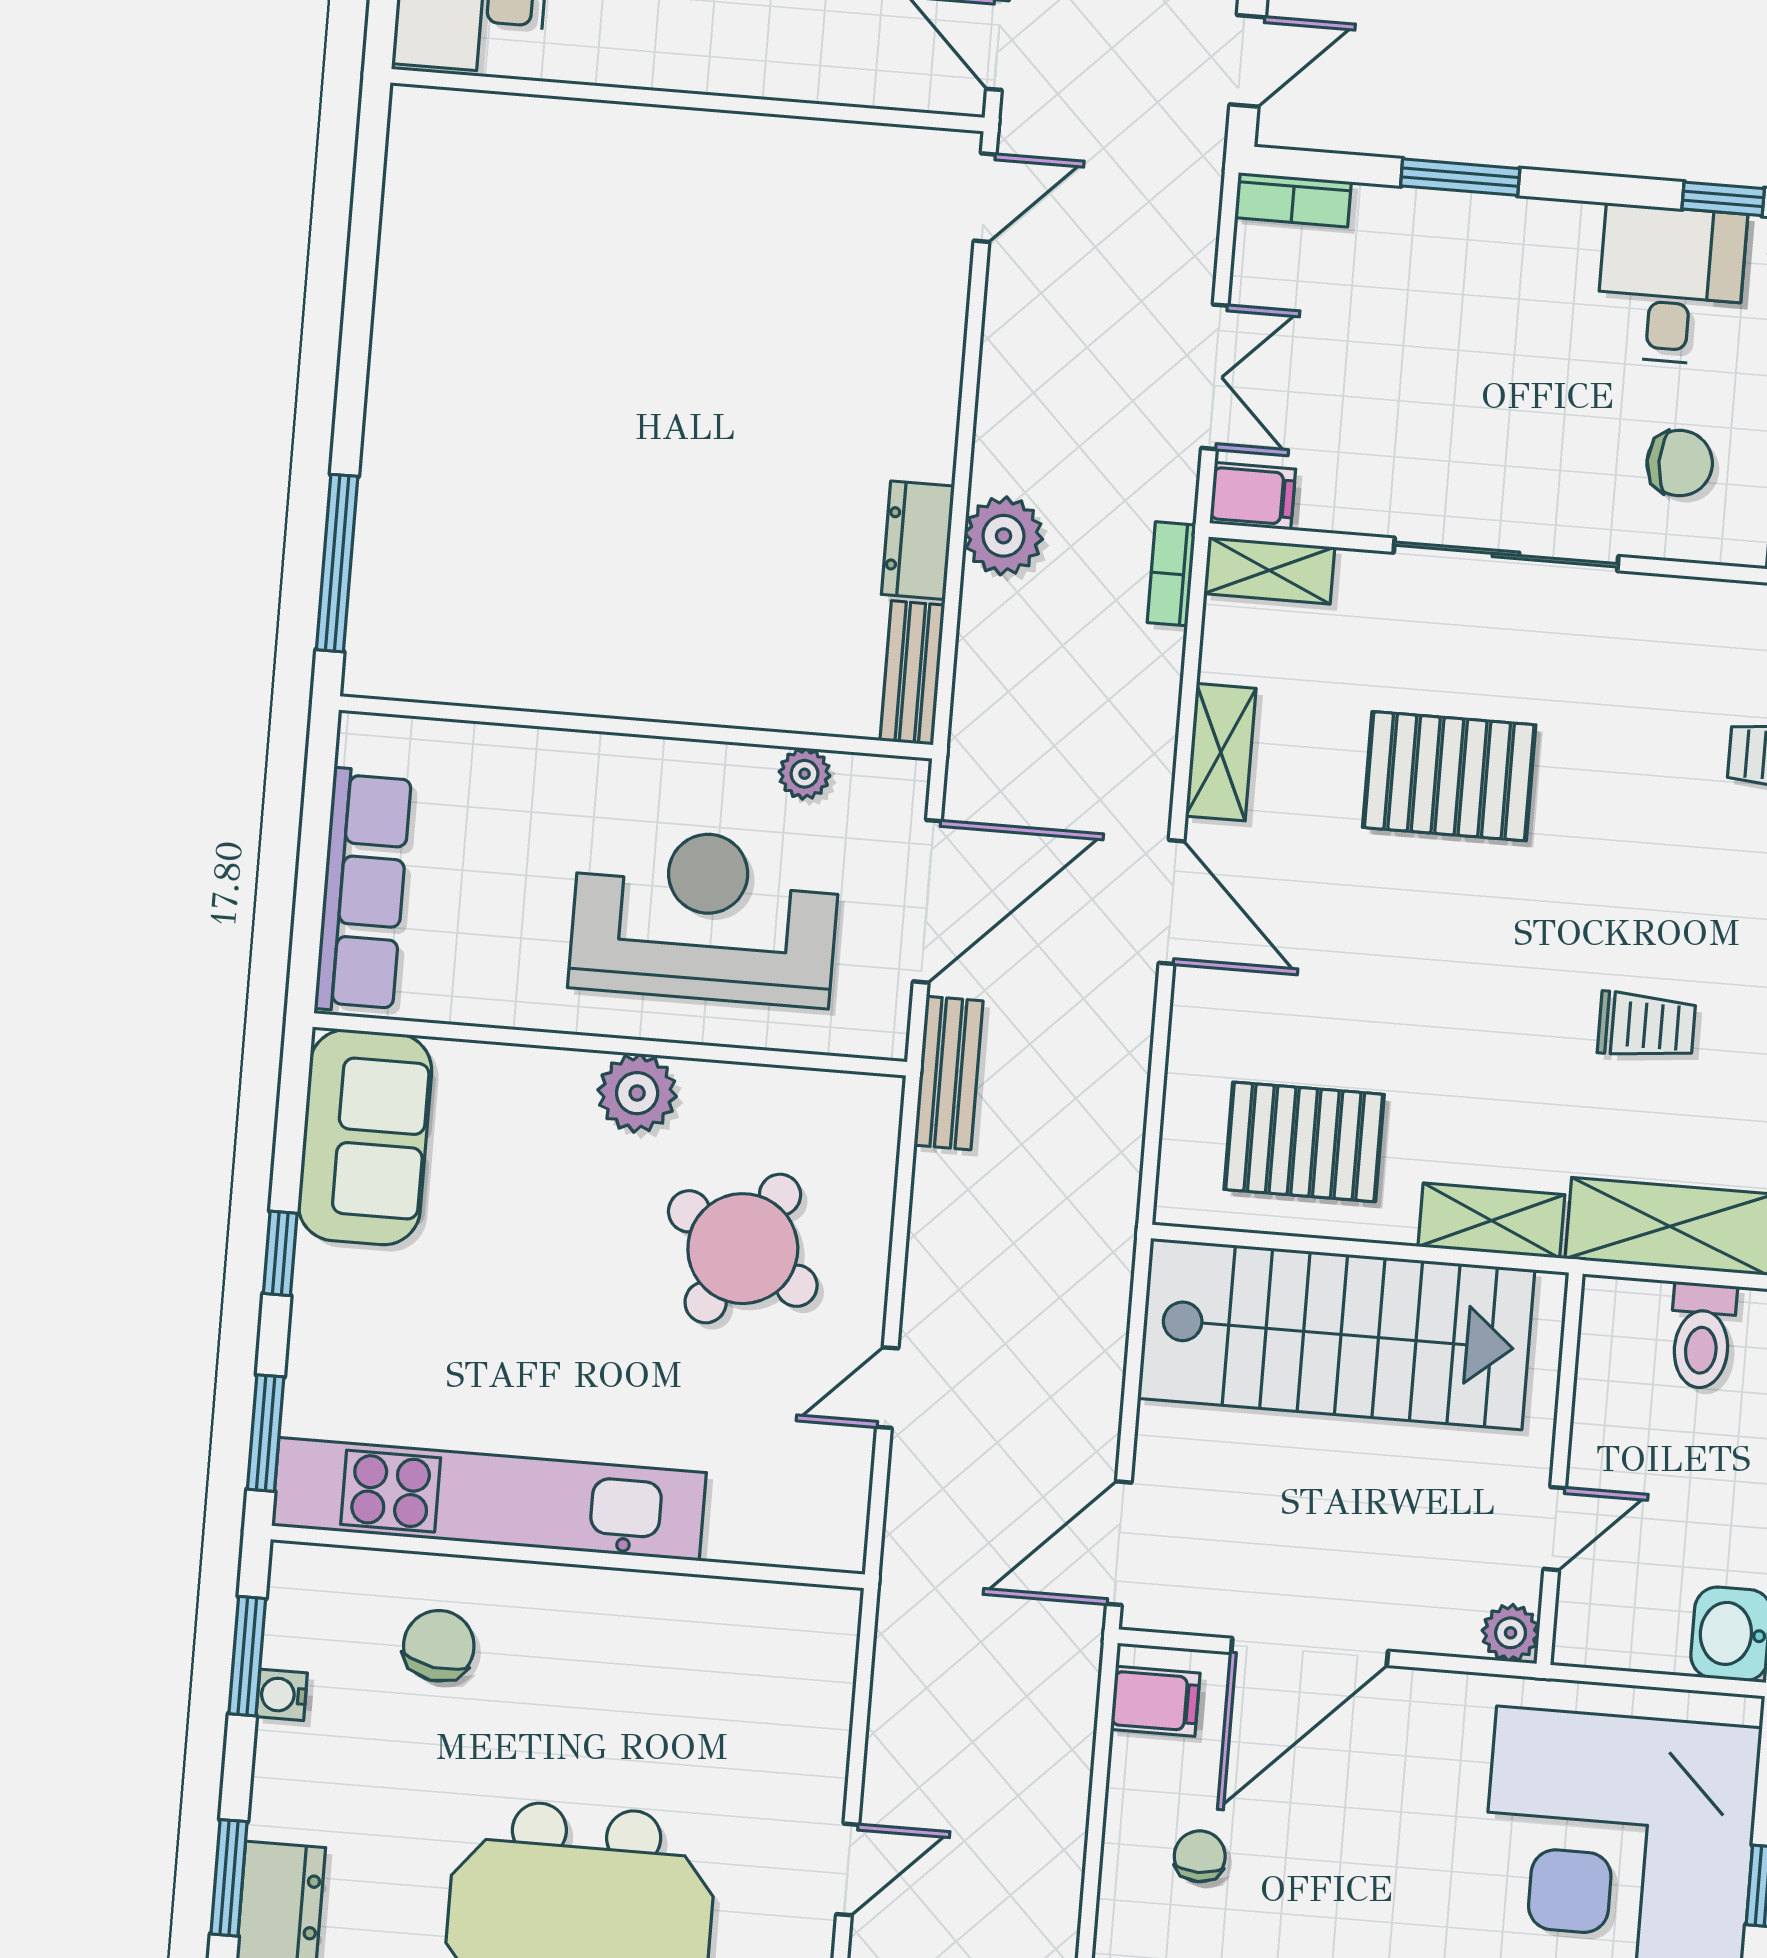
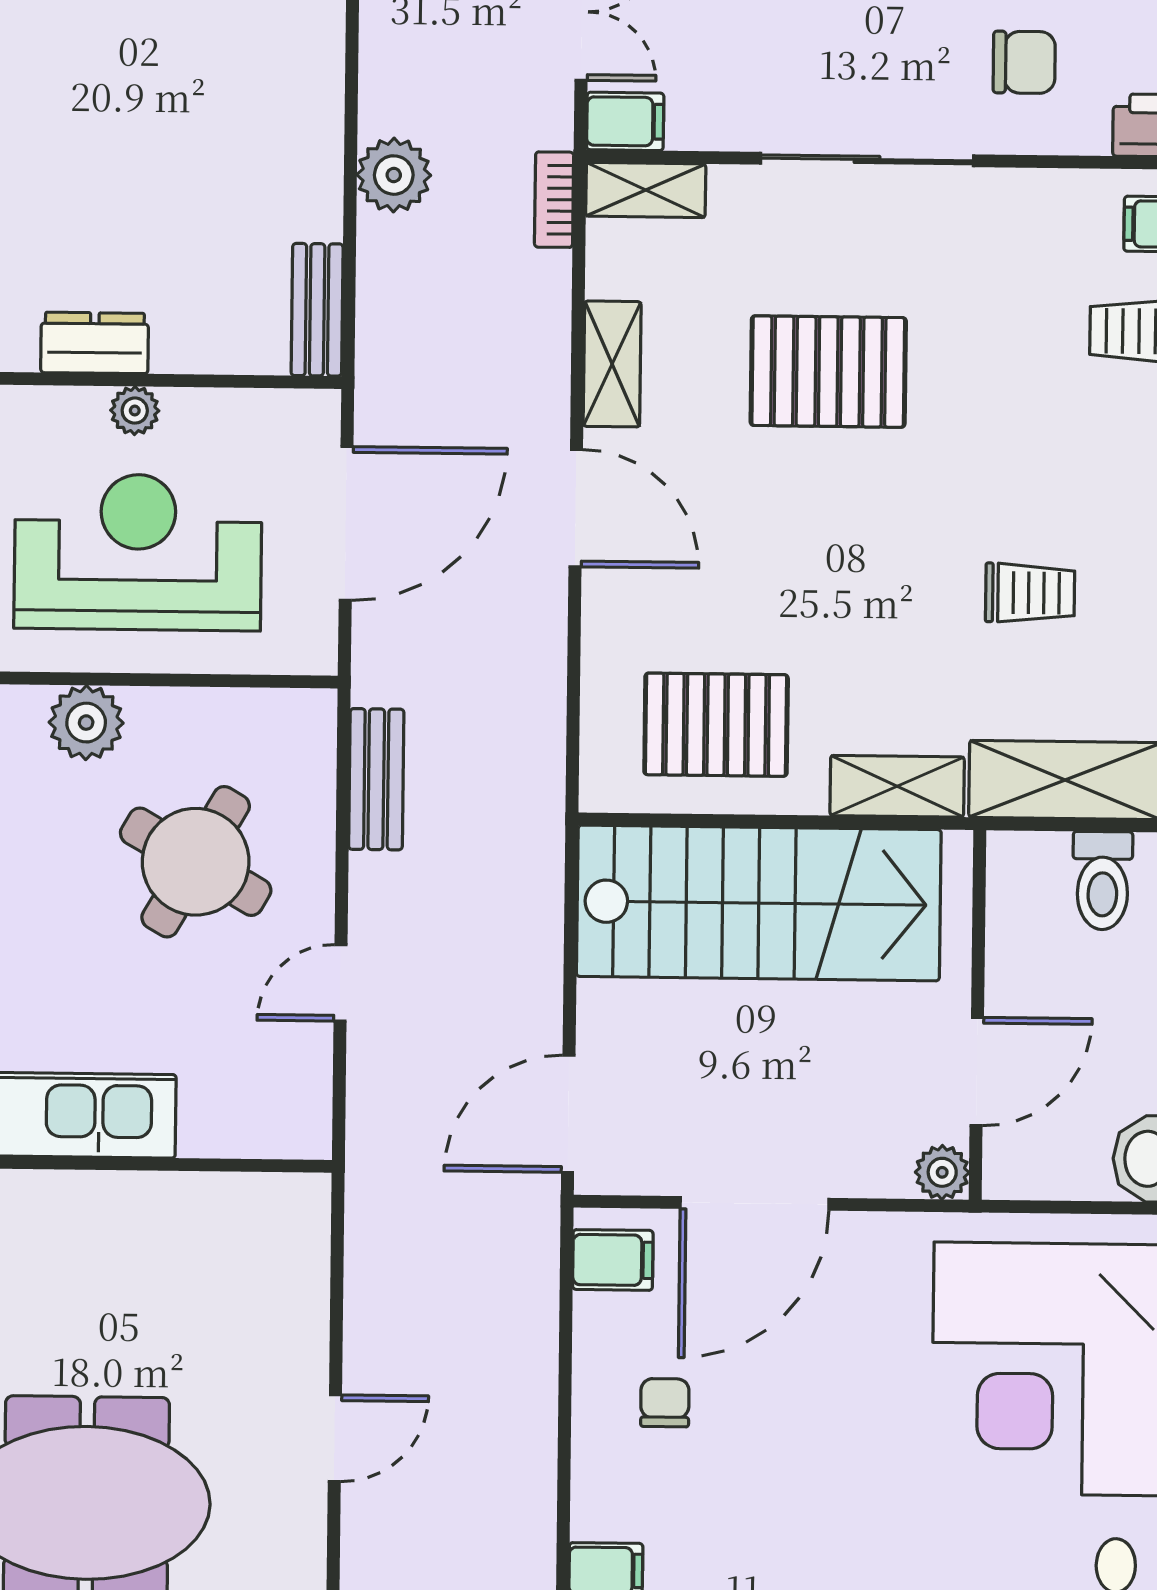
dresser: (918, 540) -> (95, 343), moved, turned 90
plant: (805, 774) -> (135, 411), moved
bench: (949, 1073) -> (376, 779), moved
door: (1555, 1529) -> (977, 1071), width x1.38

